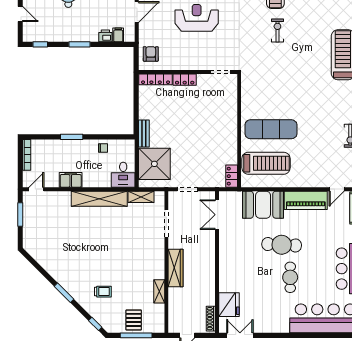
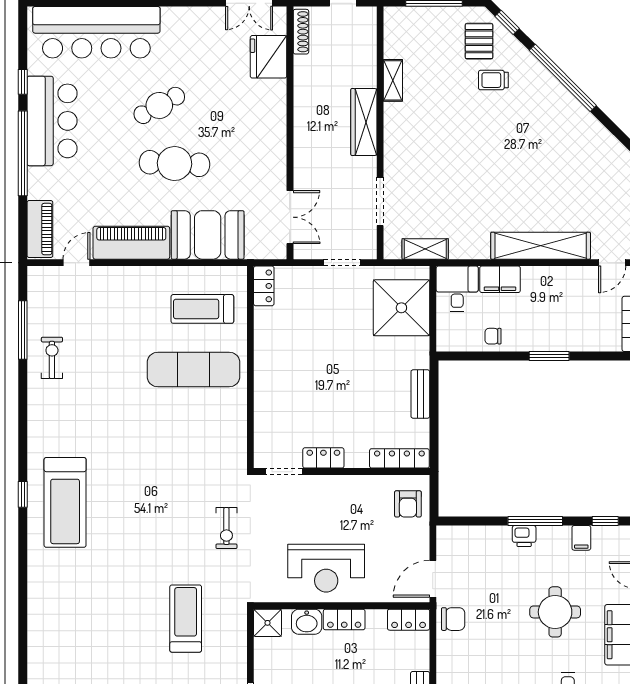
exercise bike: (277, 31) -> (226, 528), moved
filing cabinet: (118, 35) -> (581, 538), moved
printer: (105, 36) -> (524, 536), moved
window: (79, 44) -> (535, 521), width x1.44
locker: (185, 80) -> (323, 458), moved
bench: (144, 133) -> (420, 394), moved
treadmill: (266, 163) -> (202, 309), width x0.73, depth x0.73
filing cabinet: (71, 180) -> (500, 279), moved
shelving: (99, 199) -> (541, 246), moved
cafe table: (290, 277) -> (159, 105), turned 61
window: (64, 293) -> (563, 78), width x2.11
pallet: (134, 320) -> (479, 41), moved

